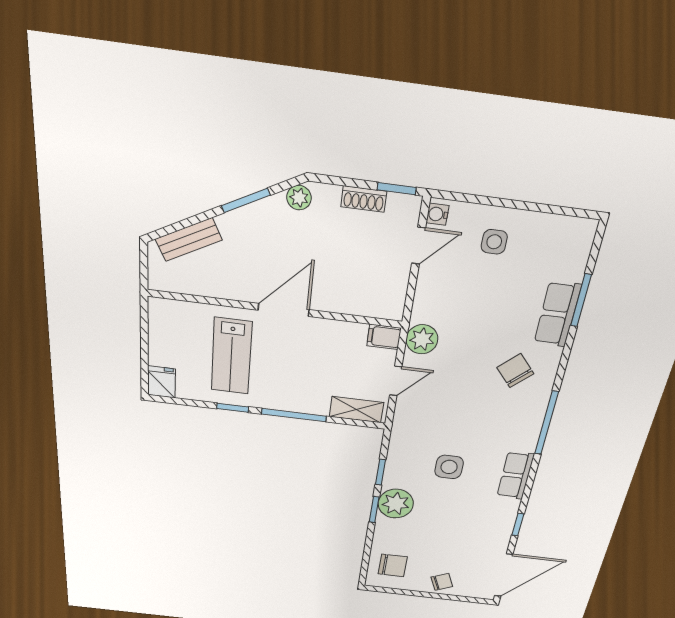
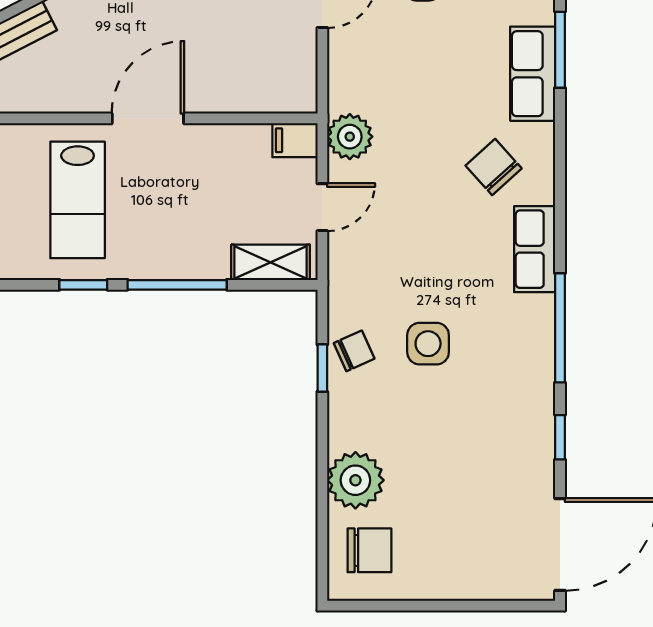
window: (546, 423) -> (560, 328), moved
row of seats: (515, 475) -> (535, 249), moved
plant: (396, 504) -> (355, 480), moved
window: (374, 510) -> (322, 441), removed
chair: (442, 582) -> (354, 351), moved

